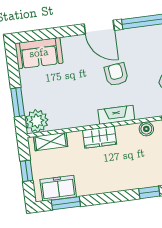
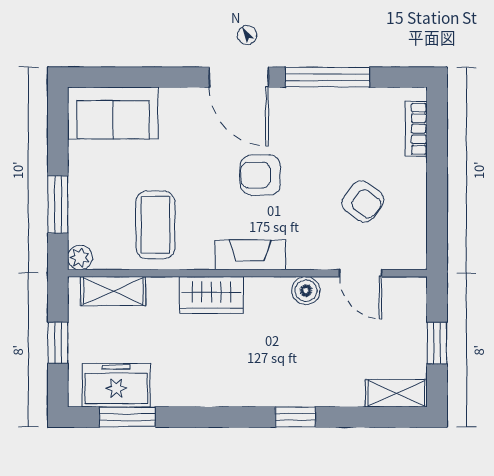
armchair: (116, 74) -> (260, 175), turned -83
coffee table: (67, 106) -> (155, 225), added
plant: (37, 121) -> (80, 258), width x0.53, depth x0.53

